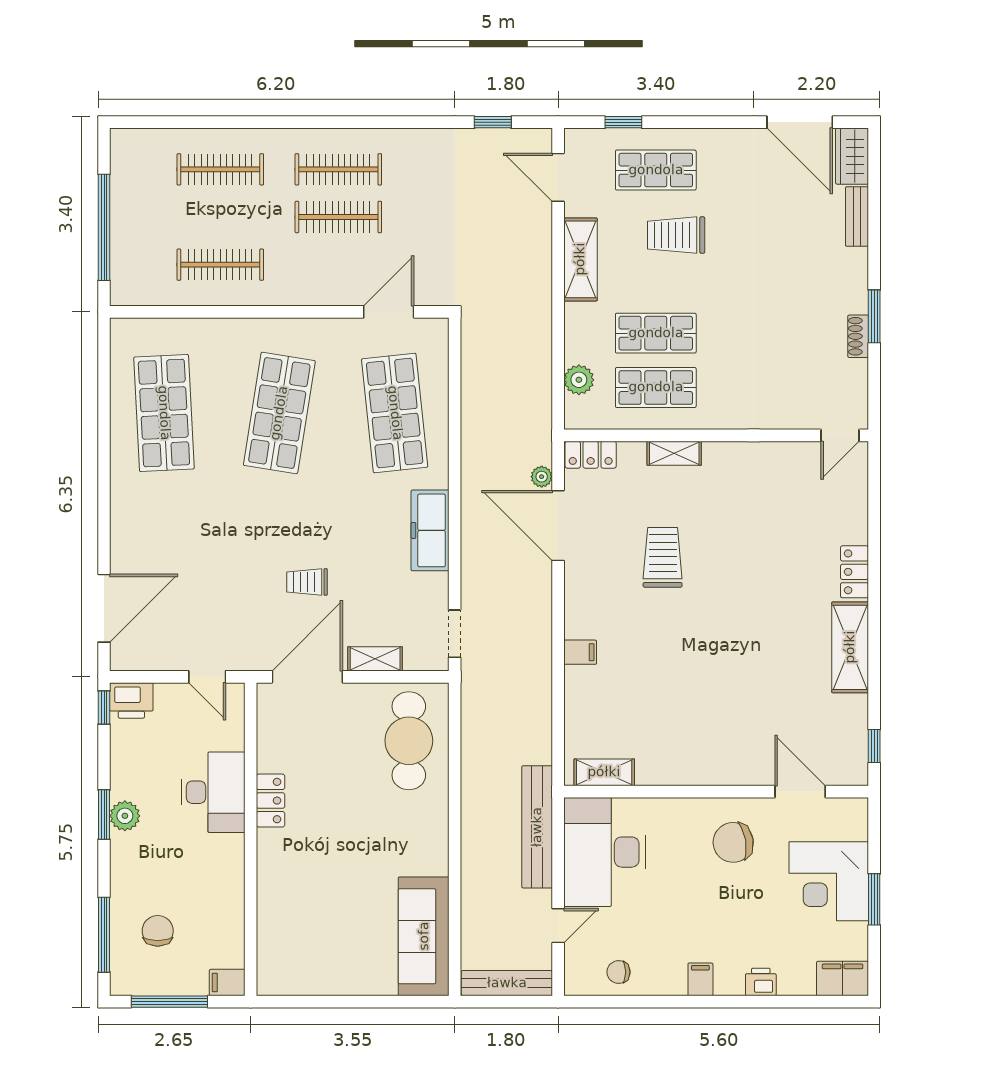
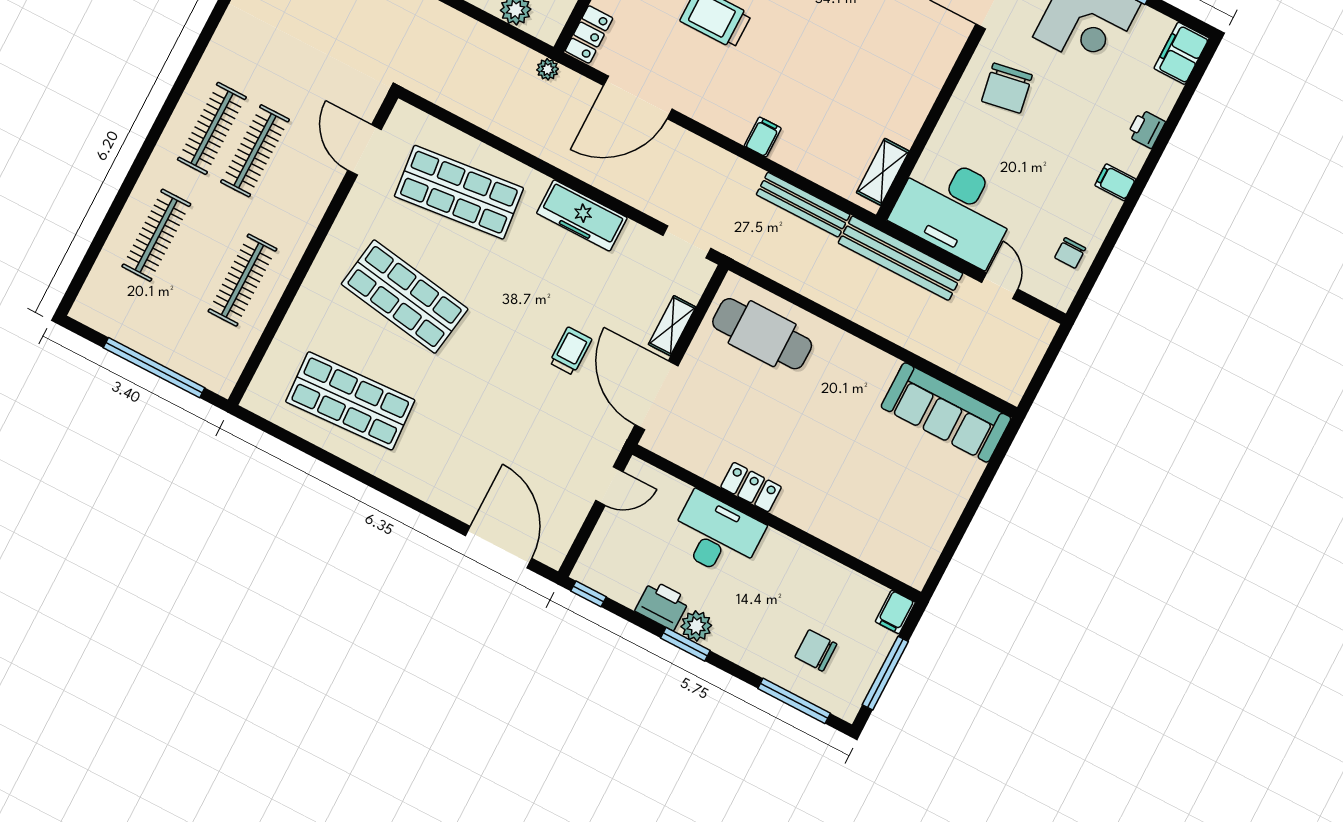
plant: (542, 477) -> (548, 69), moved
trolley: (307, 582) -> (571, 351), turned 180
printer: (131, 700) -> (662, 605), moved, turned -90
bench: (507, 983) -> (803, 205), moved, turned 90

